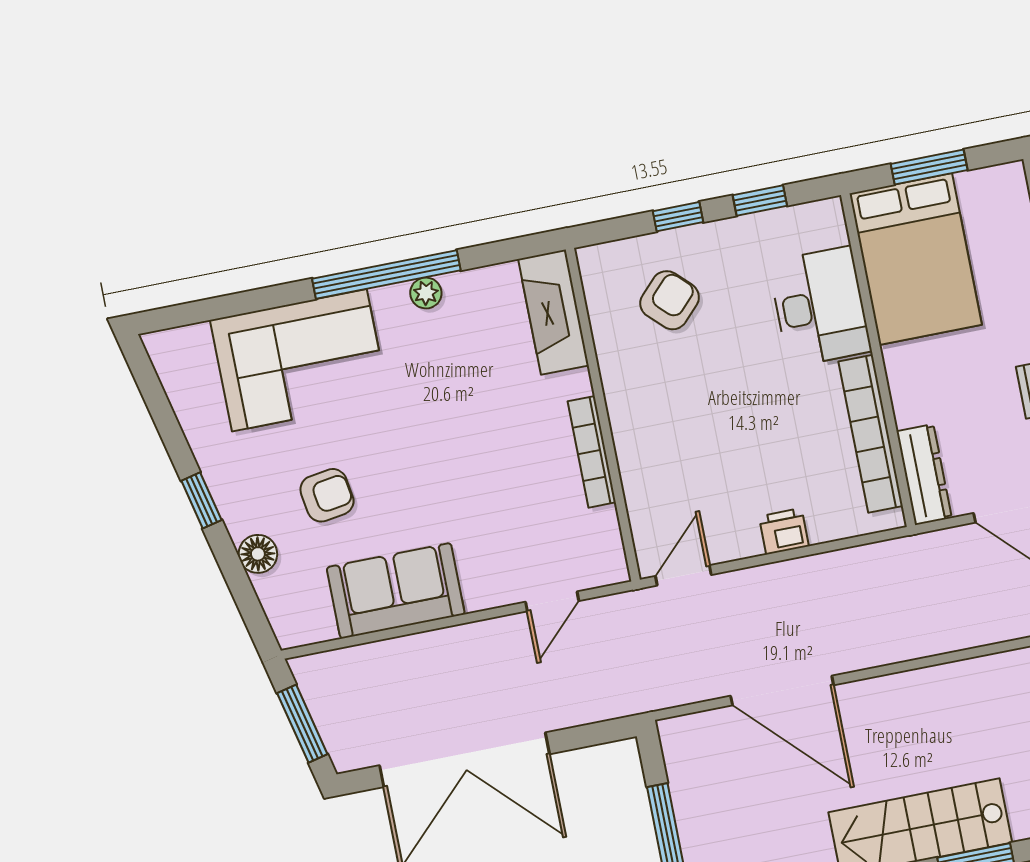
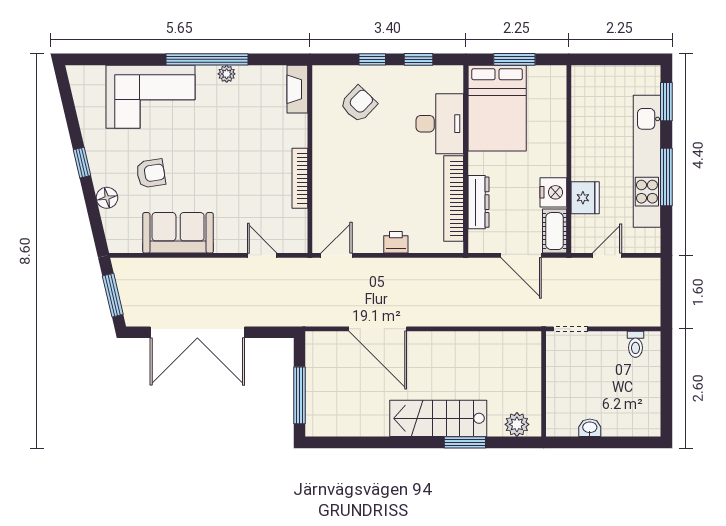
fireplace: (553, 312) -> (297, 89), width x0.73, depth x0.76
dresser: (924, 475) -> (478, 202), moved
door: (552, 601) -> (262, 255), swing flipped

